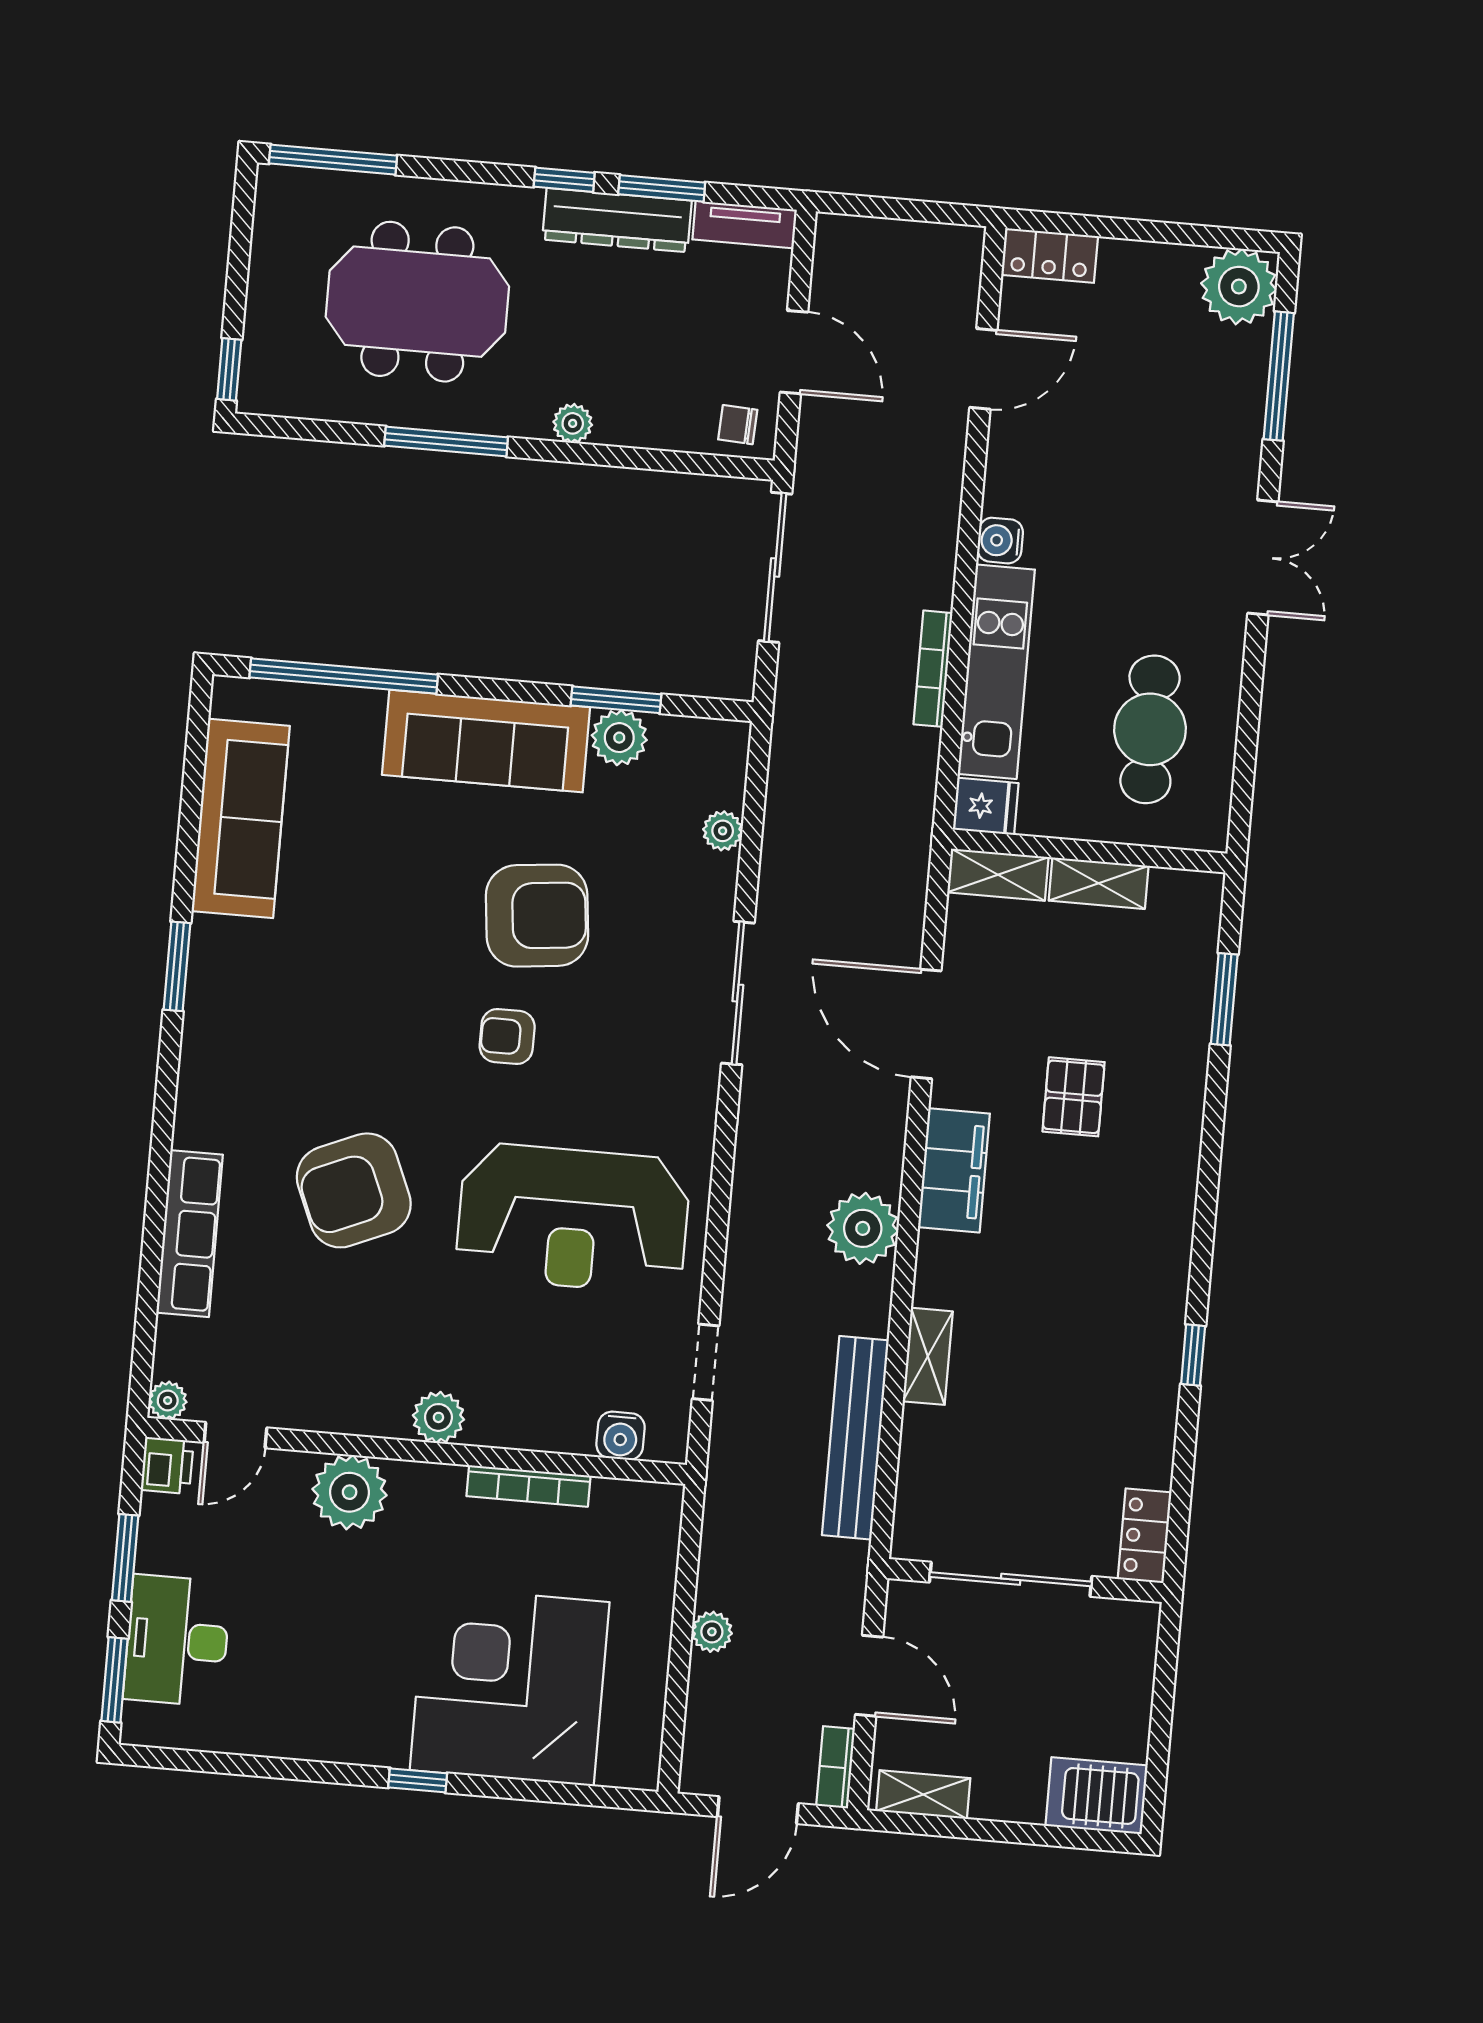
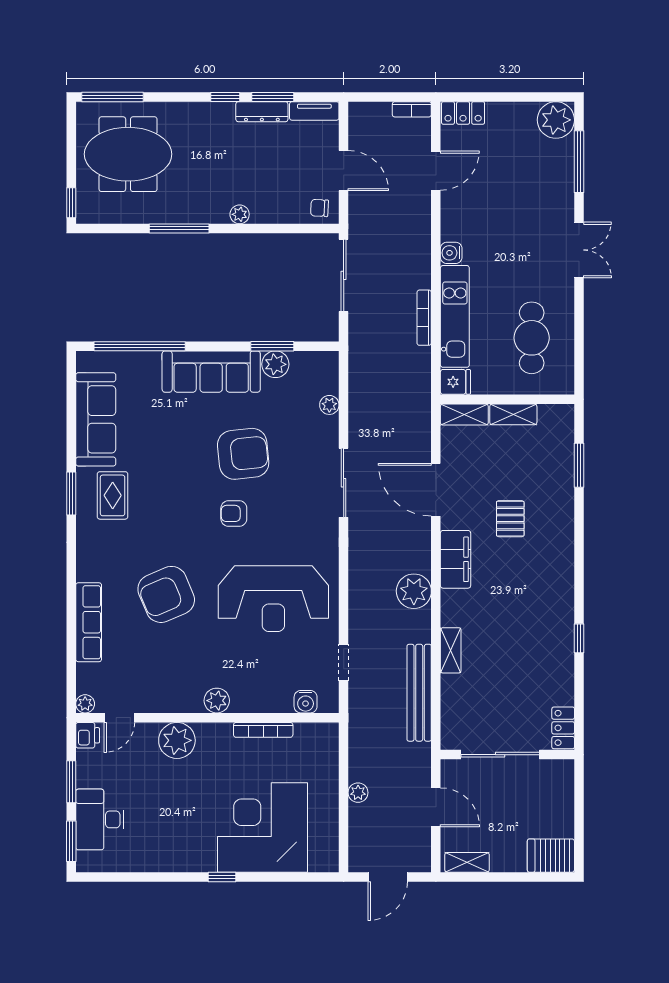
dresser: (617, 220) -> (262, 112), width x0.73, depth x0.80
meeting table: (417, 302) -> (128, 154), moved
rug: (261, 978) -> (113, 495), added
bookcase: (835, 1767) -> (412, 109), moved, turned -90

